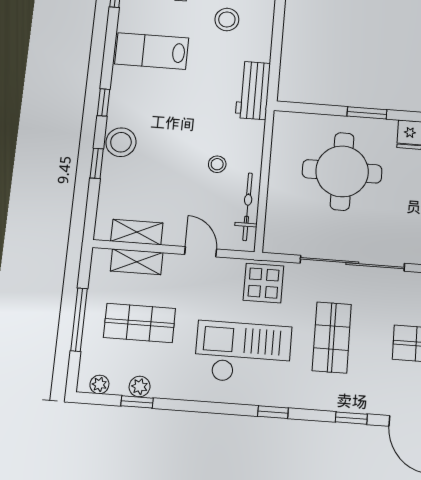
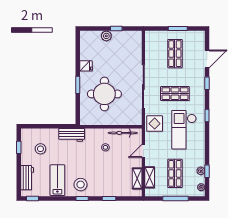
lab bench: (152, 51) -> (57, 180), turned 180
stool: (121, 142) -> (81, 185), moved

